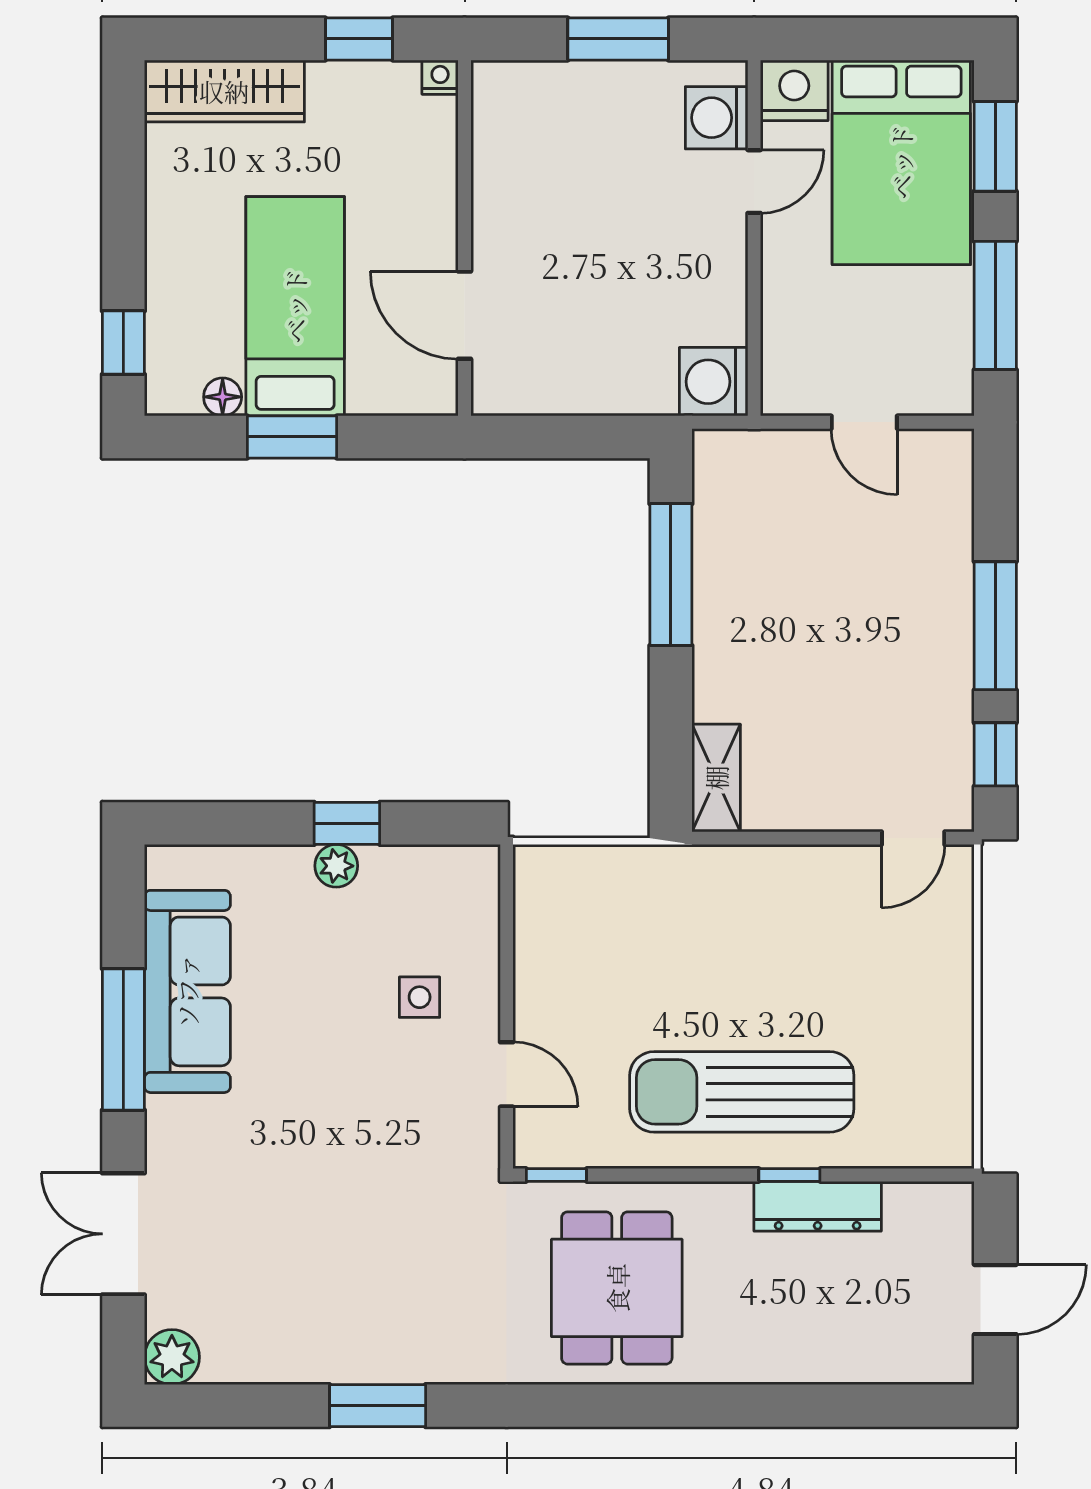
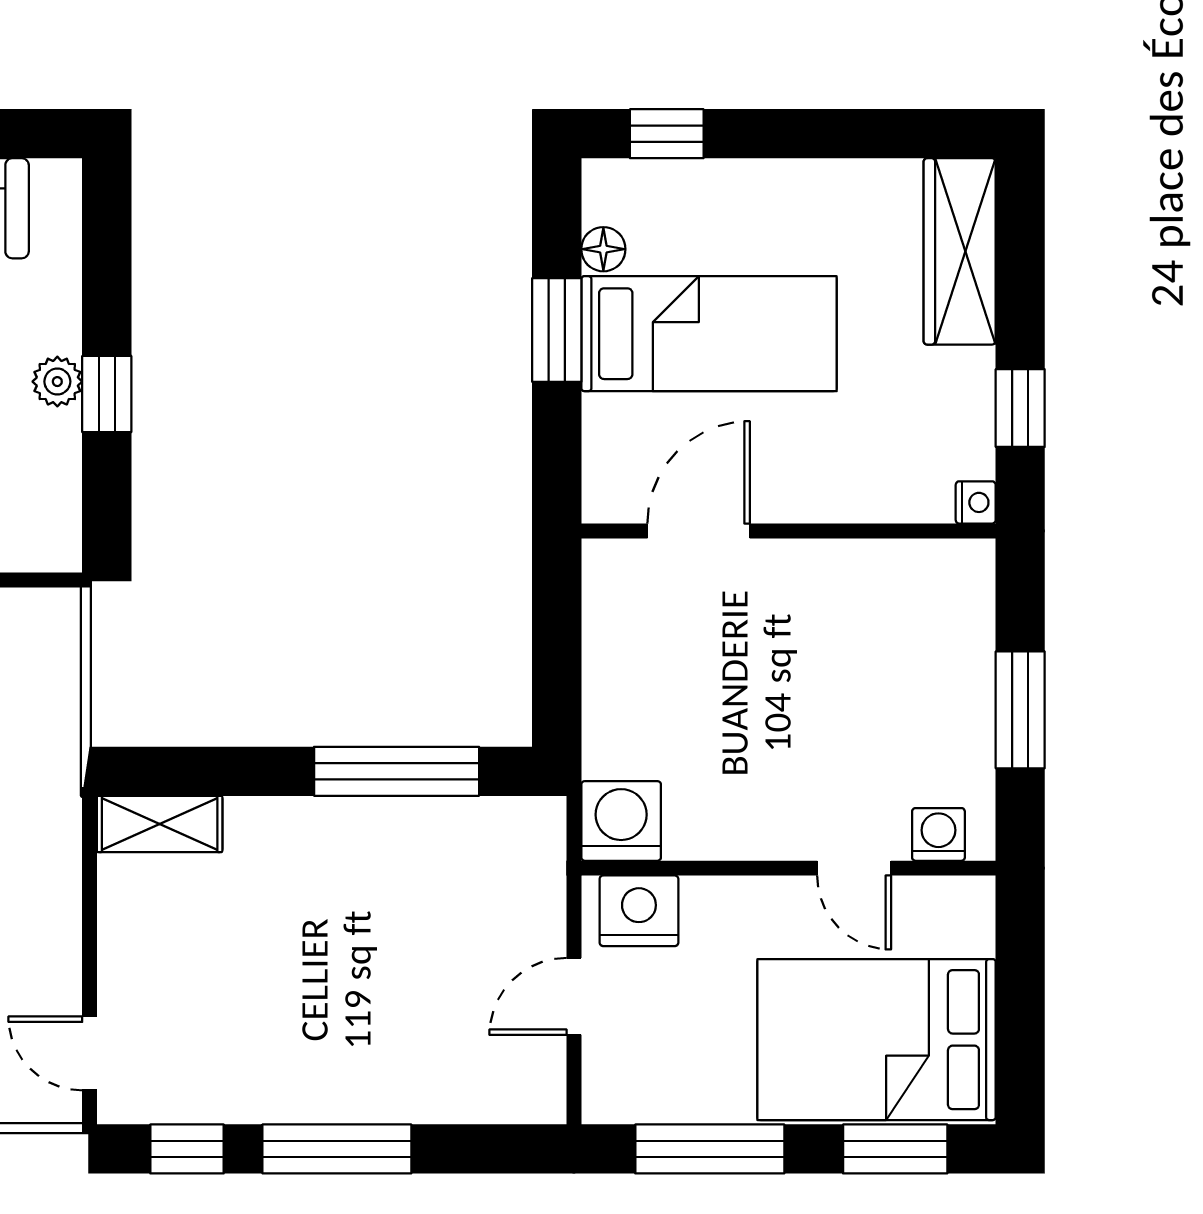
nightstand: (794, 90) -> (639, 911), moved, turned -90
washing machine: (717, 118) -> (938, 834), width x0.73, depth x0.73

